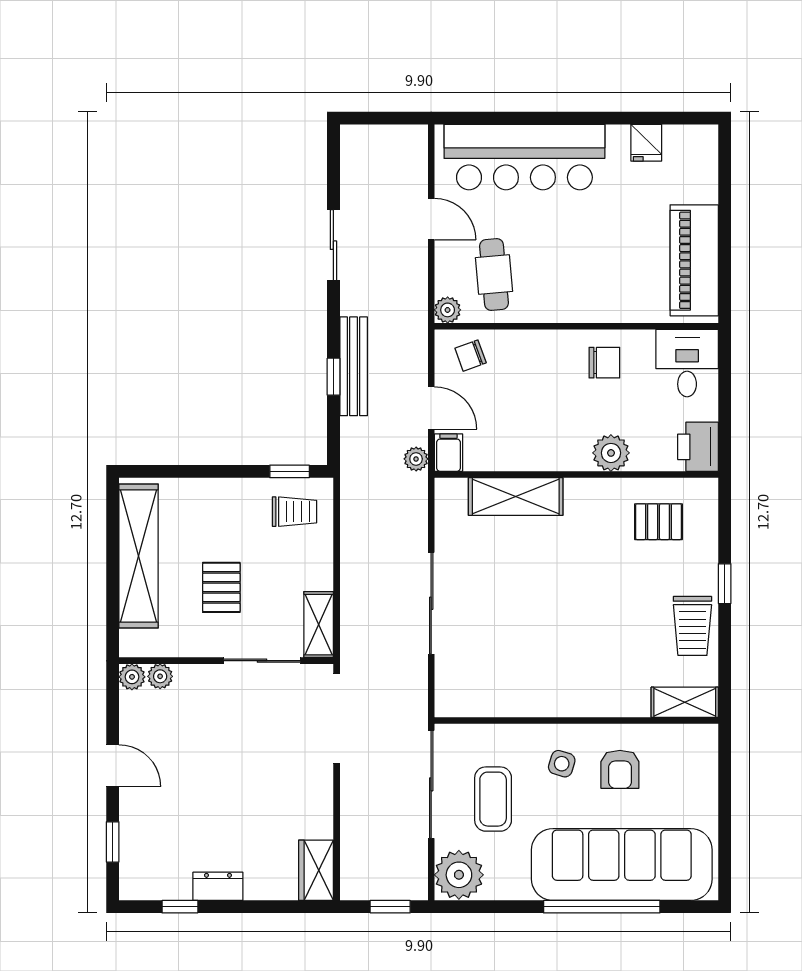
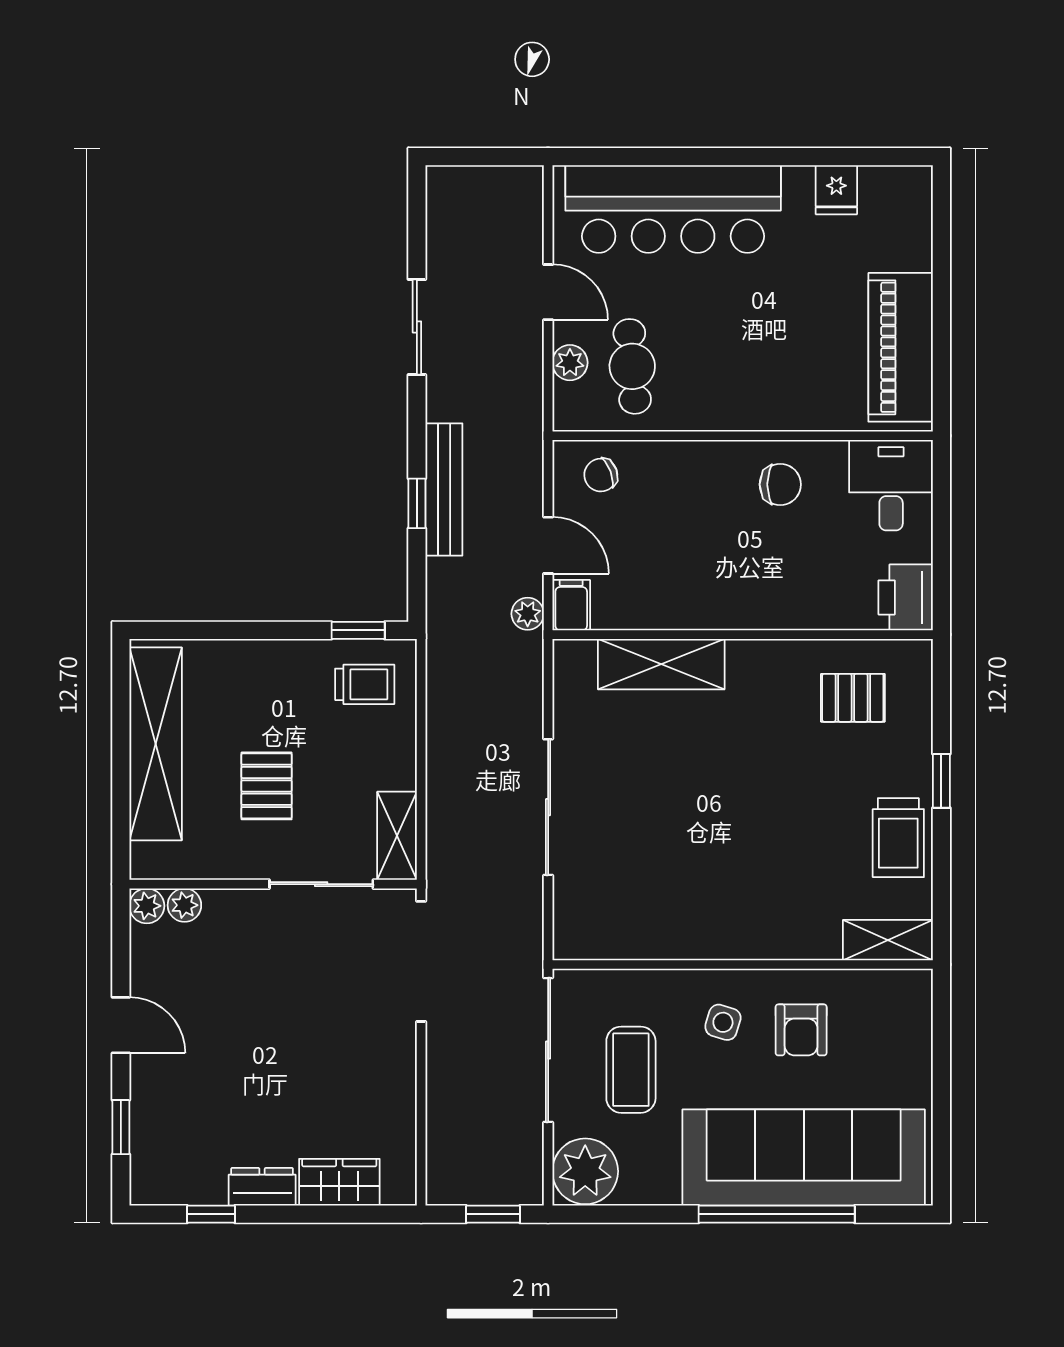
plant: (448, 310) -> (570, 363), moved
plant: (611, 453) -> (789, 606), removed
wardrobe: (316, 870) -> (339, 1182), moved, turned 90

